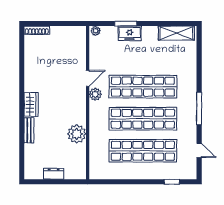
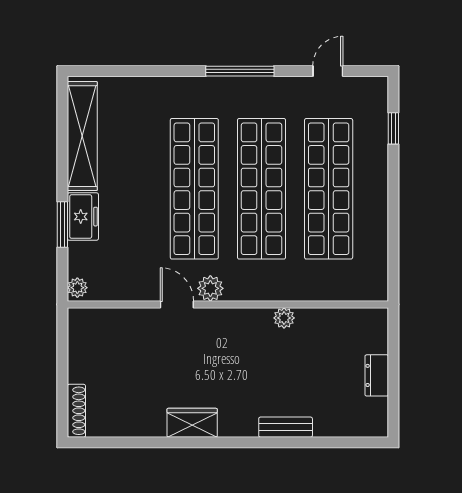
shelving: (176, 33) -> (82, 136), width x1.47
wardrobe: (31, 105) -> (192, 423), moved
plant: (77, 134) -> (284, 318), width x0.53, depth x0.53

